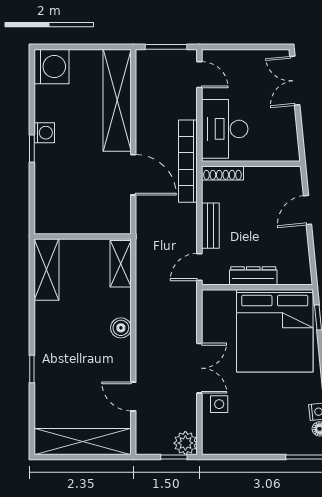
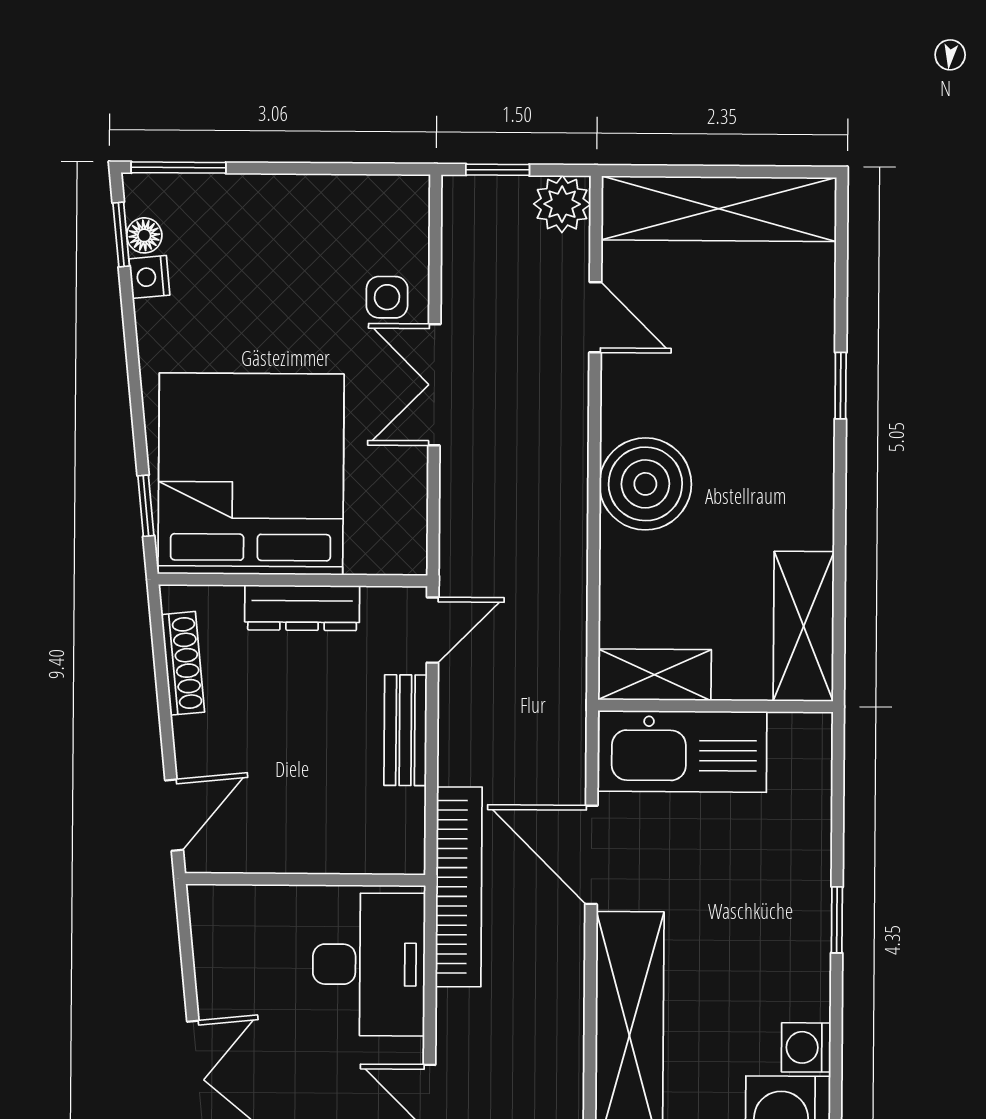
washing machine: (44, 133) -> (806, 1047), moved
shoe rack: (222, 173) -> (183, 663), moved, turned 84
door: (307, 210) -> (174, 815), moved
kitchen sink: (96, 218) -> (683, 751), added
shelving: (121, 264) -> (655, 675), moved, turned 90
boiler: (121, 328) -> (645, 484), width x1.86, depth x1.86
plant: (185, 443) -> (562, 204), moved

